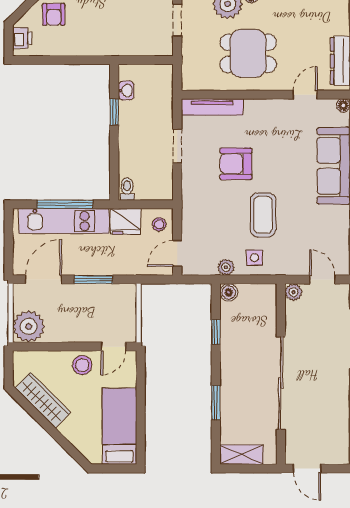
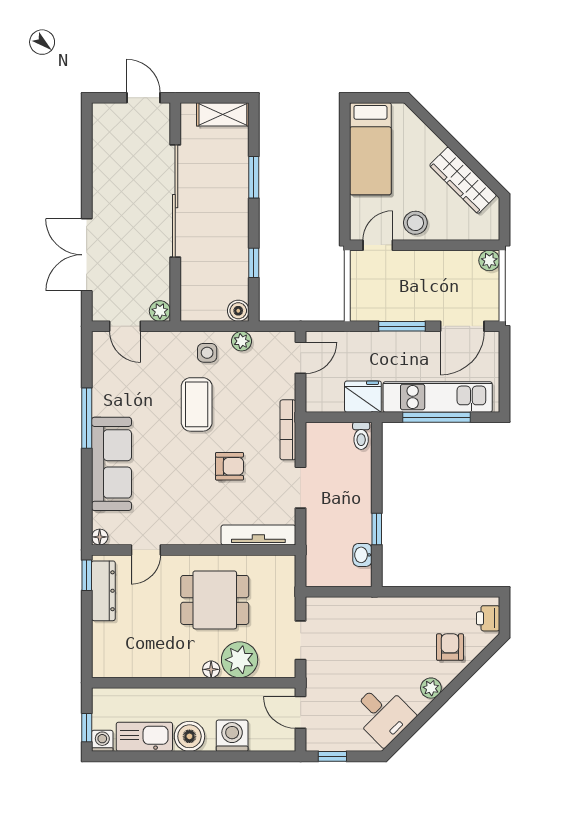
armchair: (236, 164) -> (229, 466), width x0.72, depth x0.72
bookcase: (188, 194) -> (288, 430), added
stool: (159, 224) -> (322, 393), removed
plant: (29, 326) -> (489, 260), width x0.53, depth x0.53

